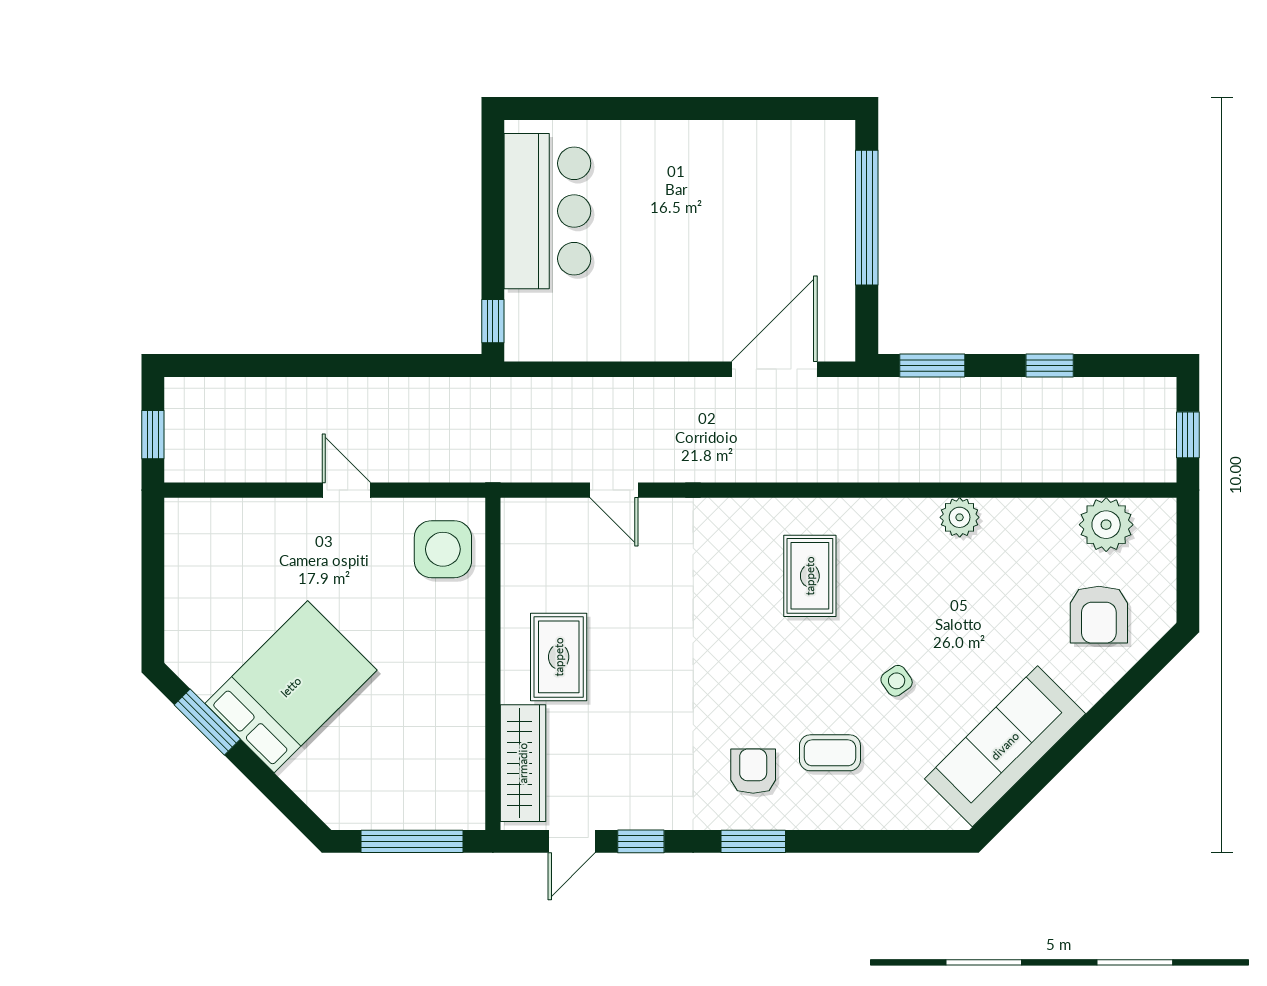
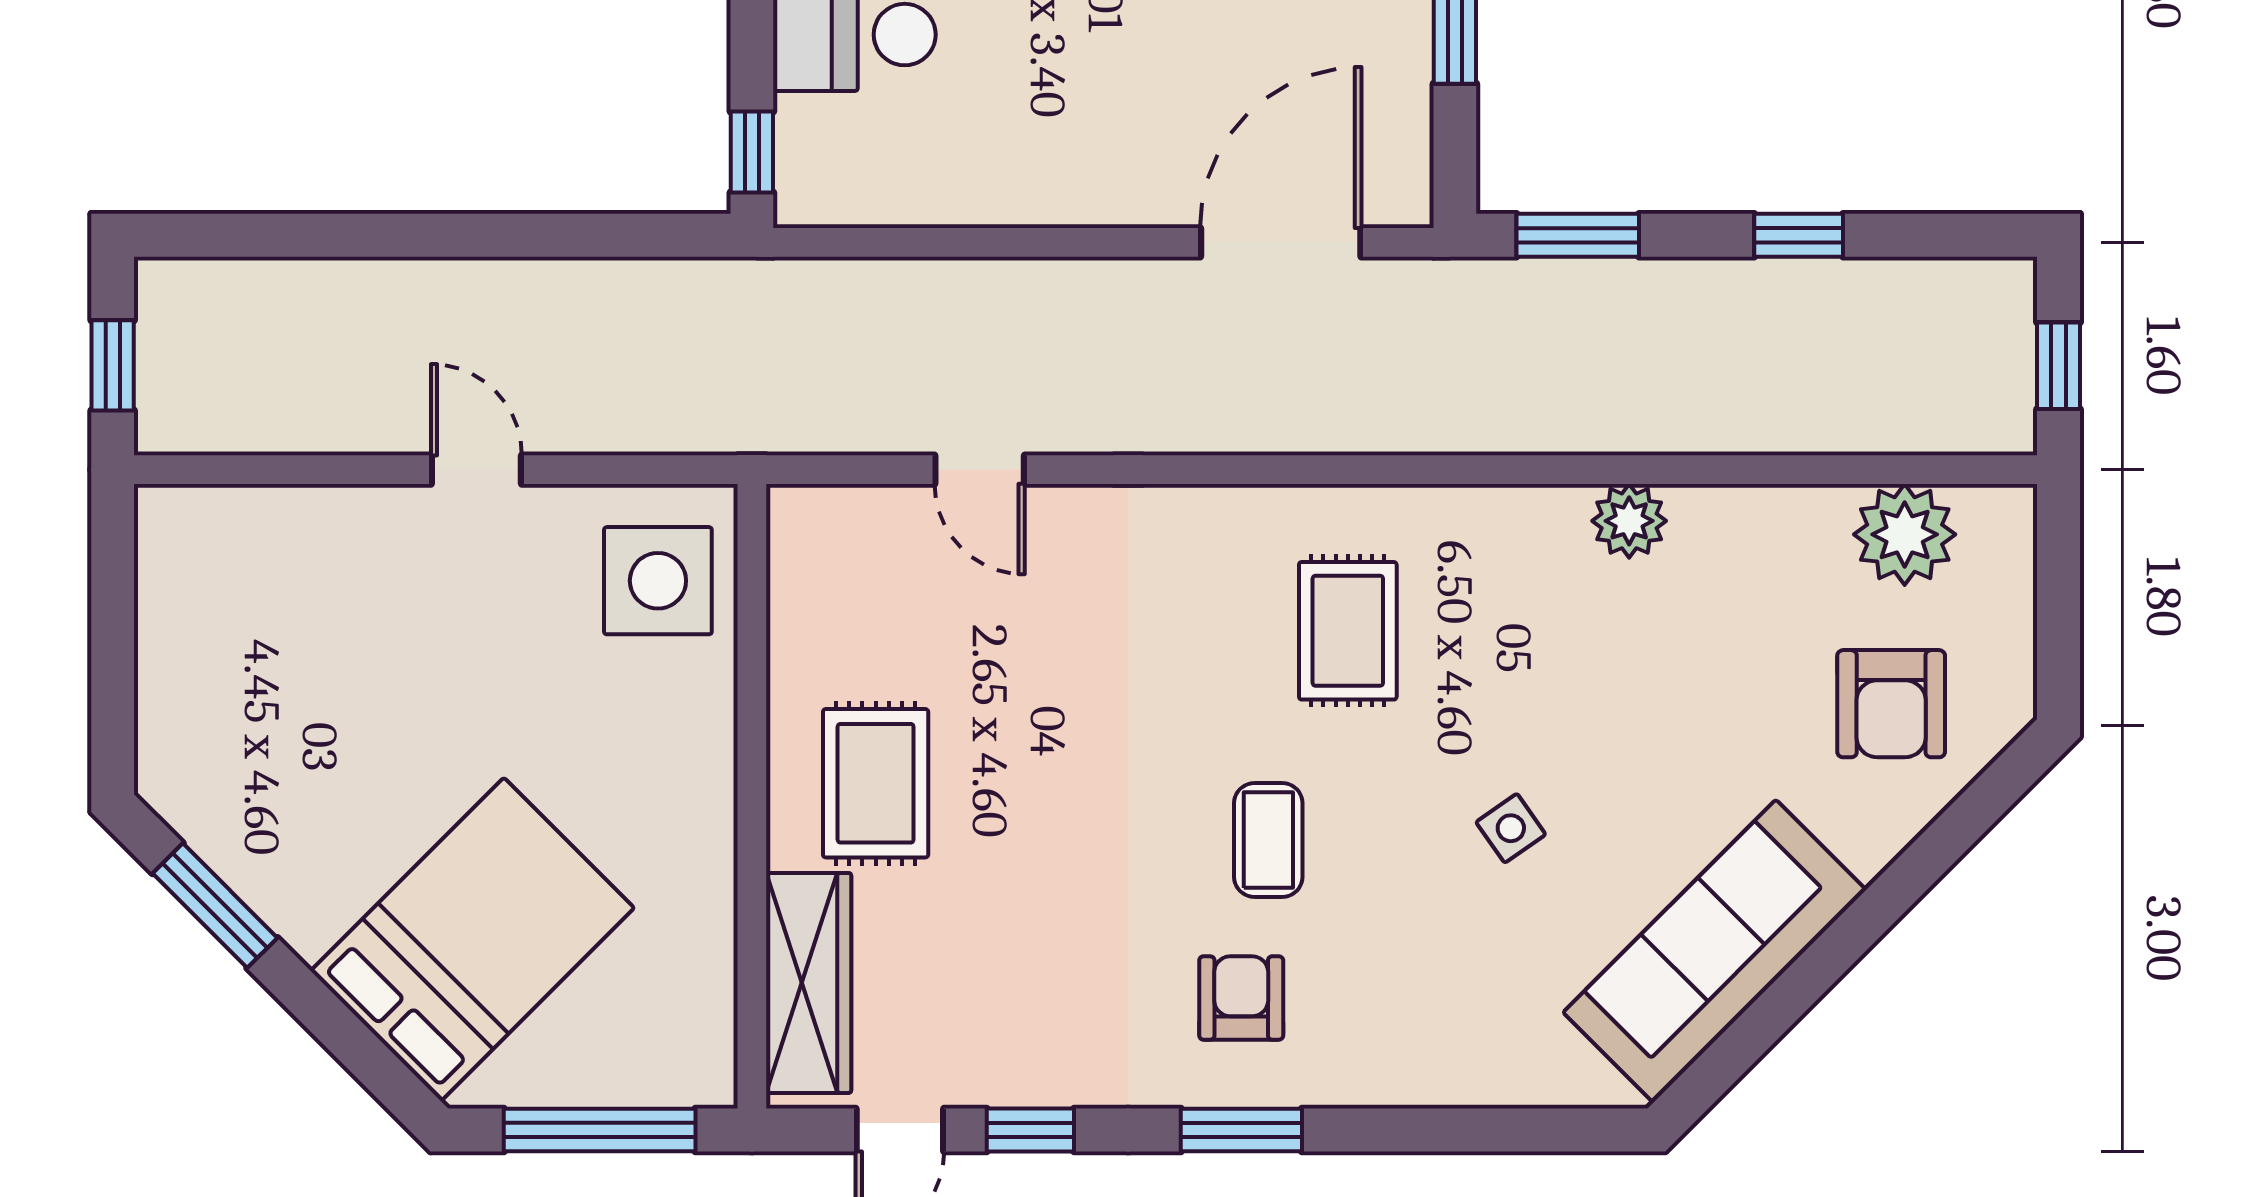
bed: (291, 687) -> (472, 939), moved
coffee table: (830, 753) -> (1268, 840), moved, turned 90

